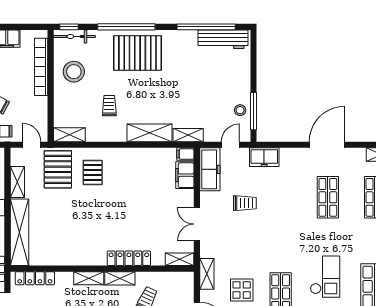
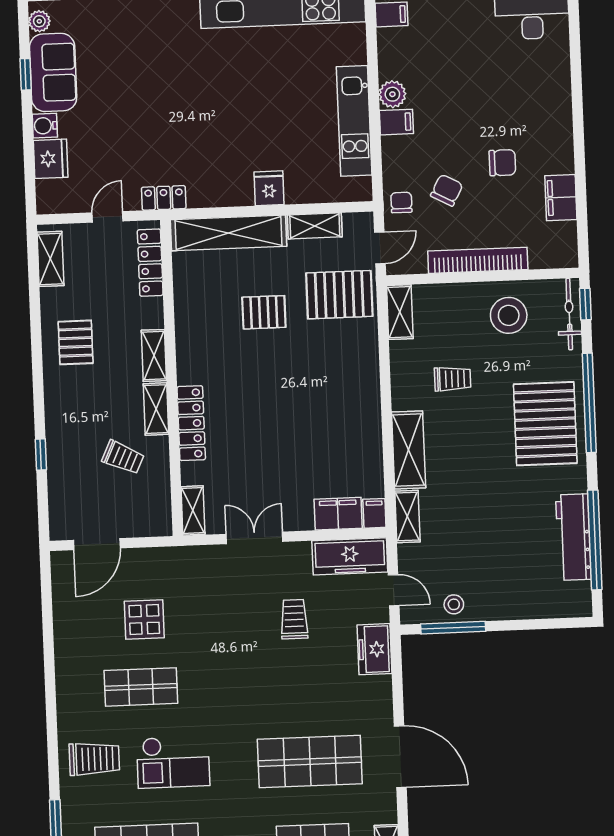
workbench: (223, 39) -> (573, 537), moved
bookcase: (41, 67) -> (478, 260), moved
pallet: (93, 173) -> (264, 312), moved
shop shelf: (328, 197) -> (310, 762), width x1.43, depth x1.36
trolley: (245, 203) -> (294, 619), turned 180
shelving: (207, 274) -> (170, 558), removed

